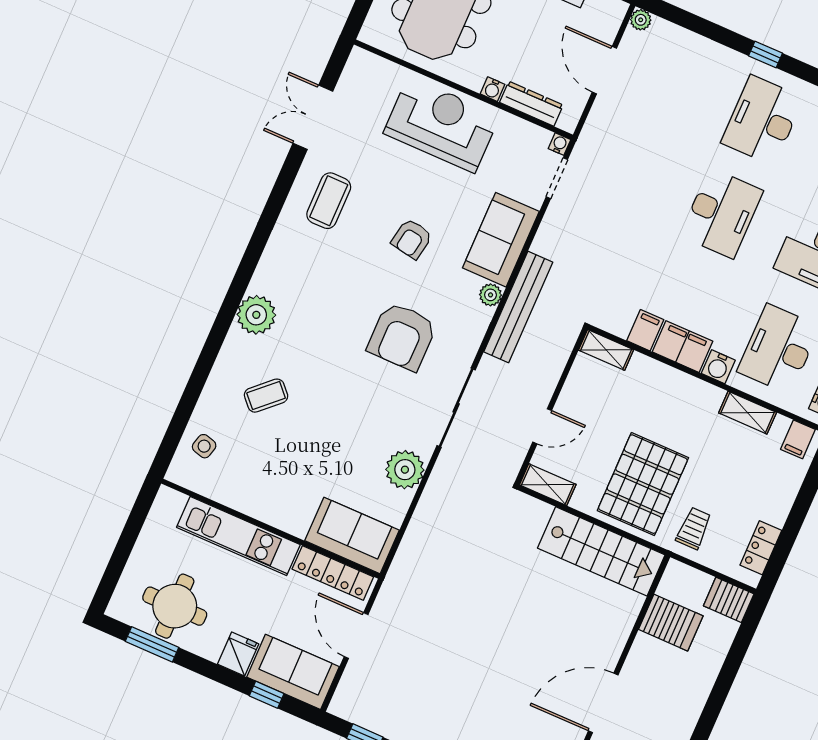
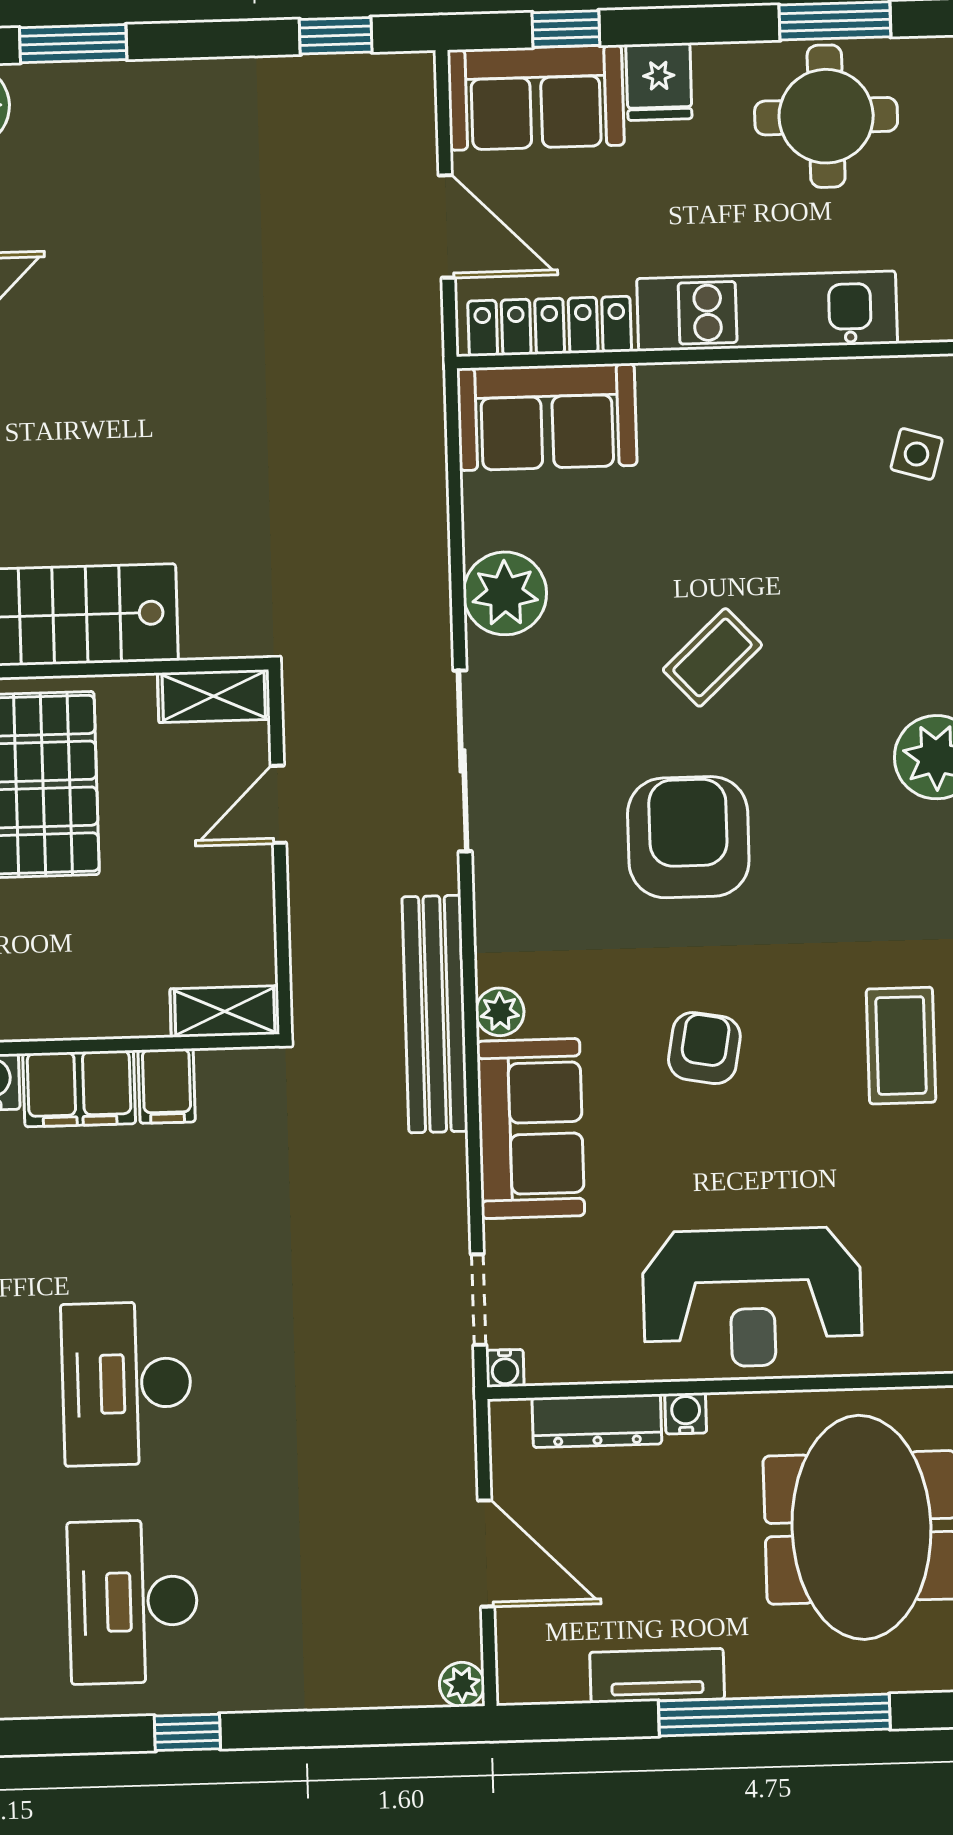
desk: (762, 120) -> (133, 1602), turned 180
armchair: (402, 336) -> (688, 837), moved
coffee table: (266, 396) -> (712, 657), moved

